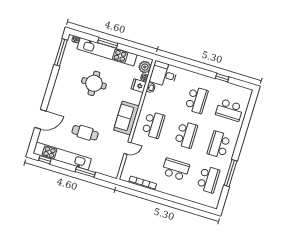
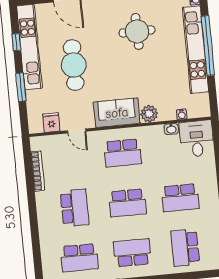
window: (108, 43) -> (208, 46), width x2.11
plant: (145, 67) -> (149, 114), moved
round table: (94, 83) -> (137, 31), moved
fridge: (139, 86) -> (51, 122), moved
cafe table: (85, 133) -> (74, 65), width x1.37, depth x1.35
window: (45, 160) -> (16, 42), moved

